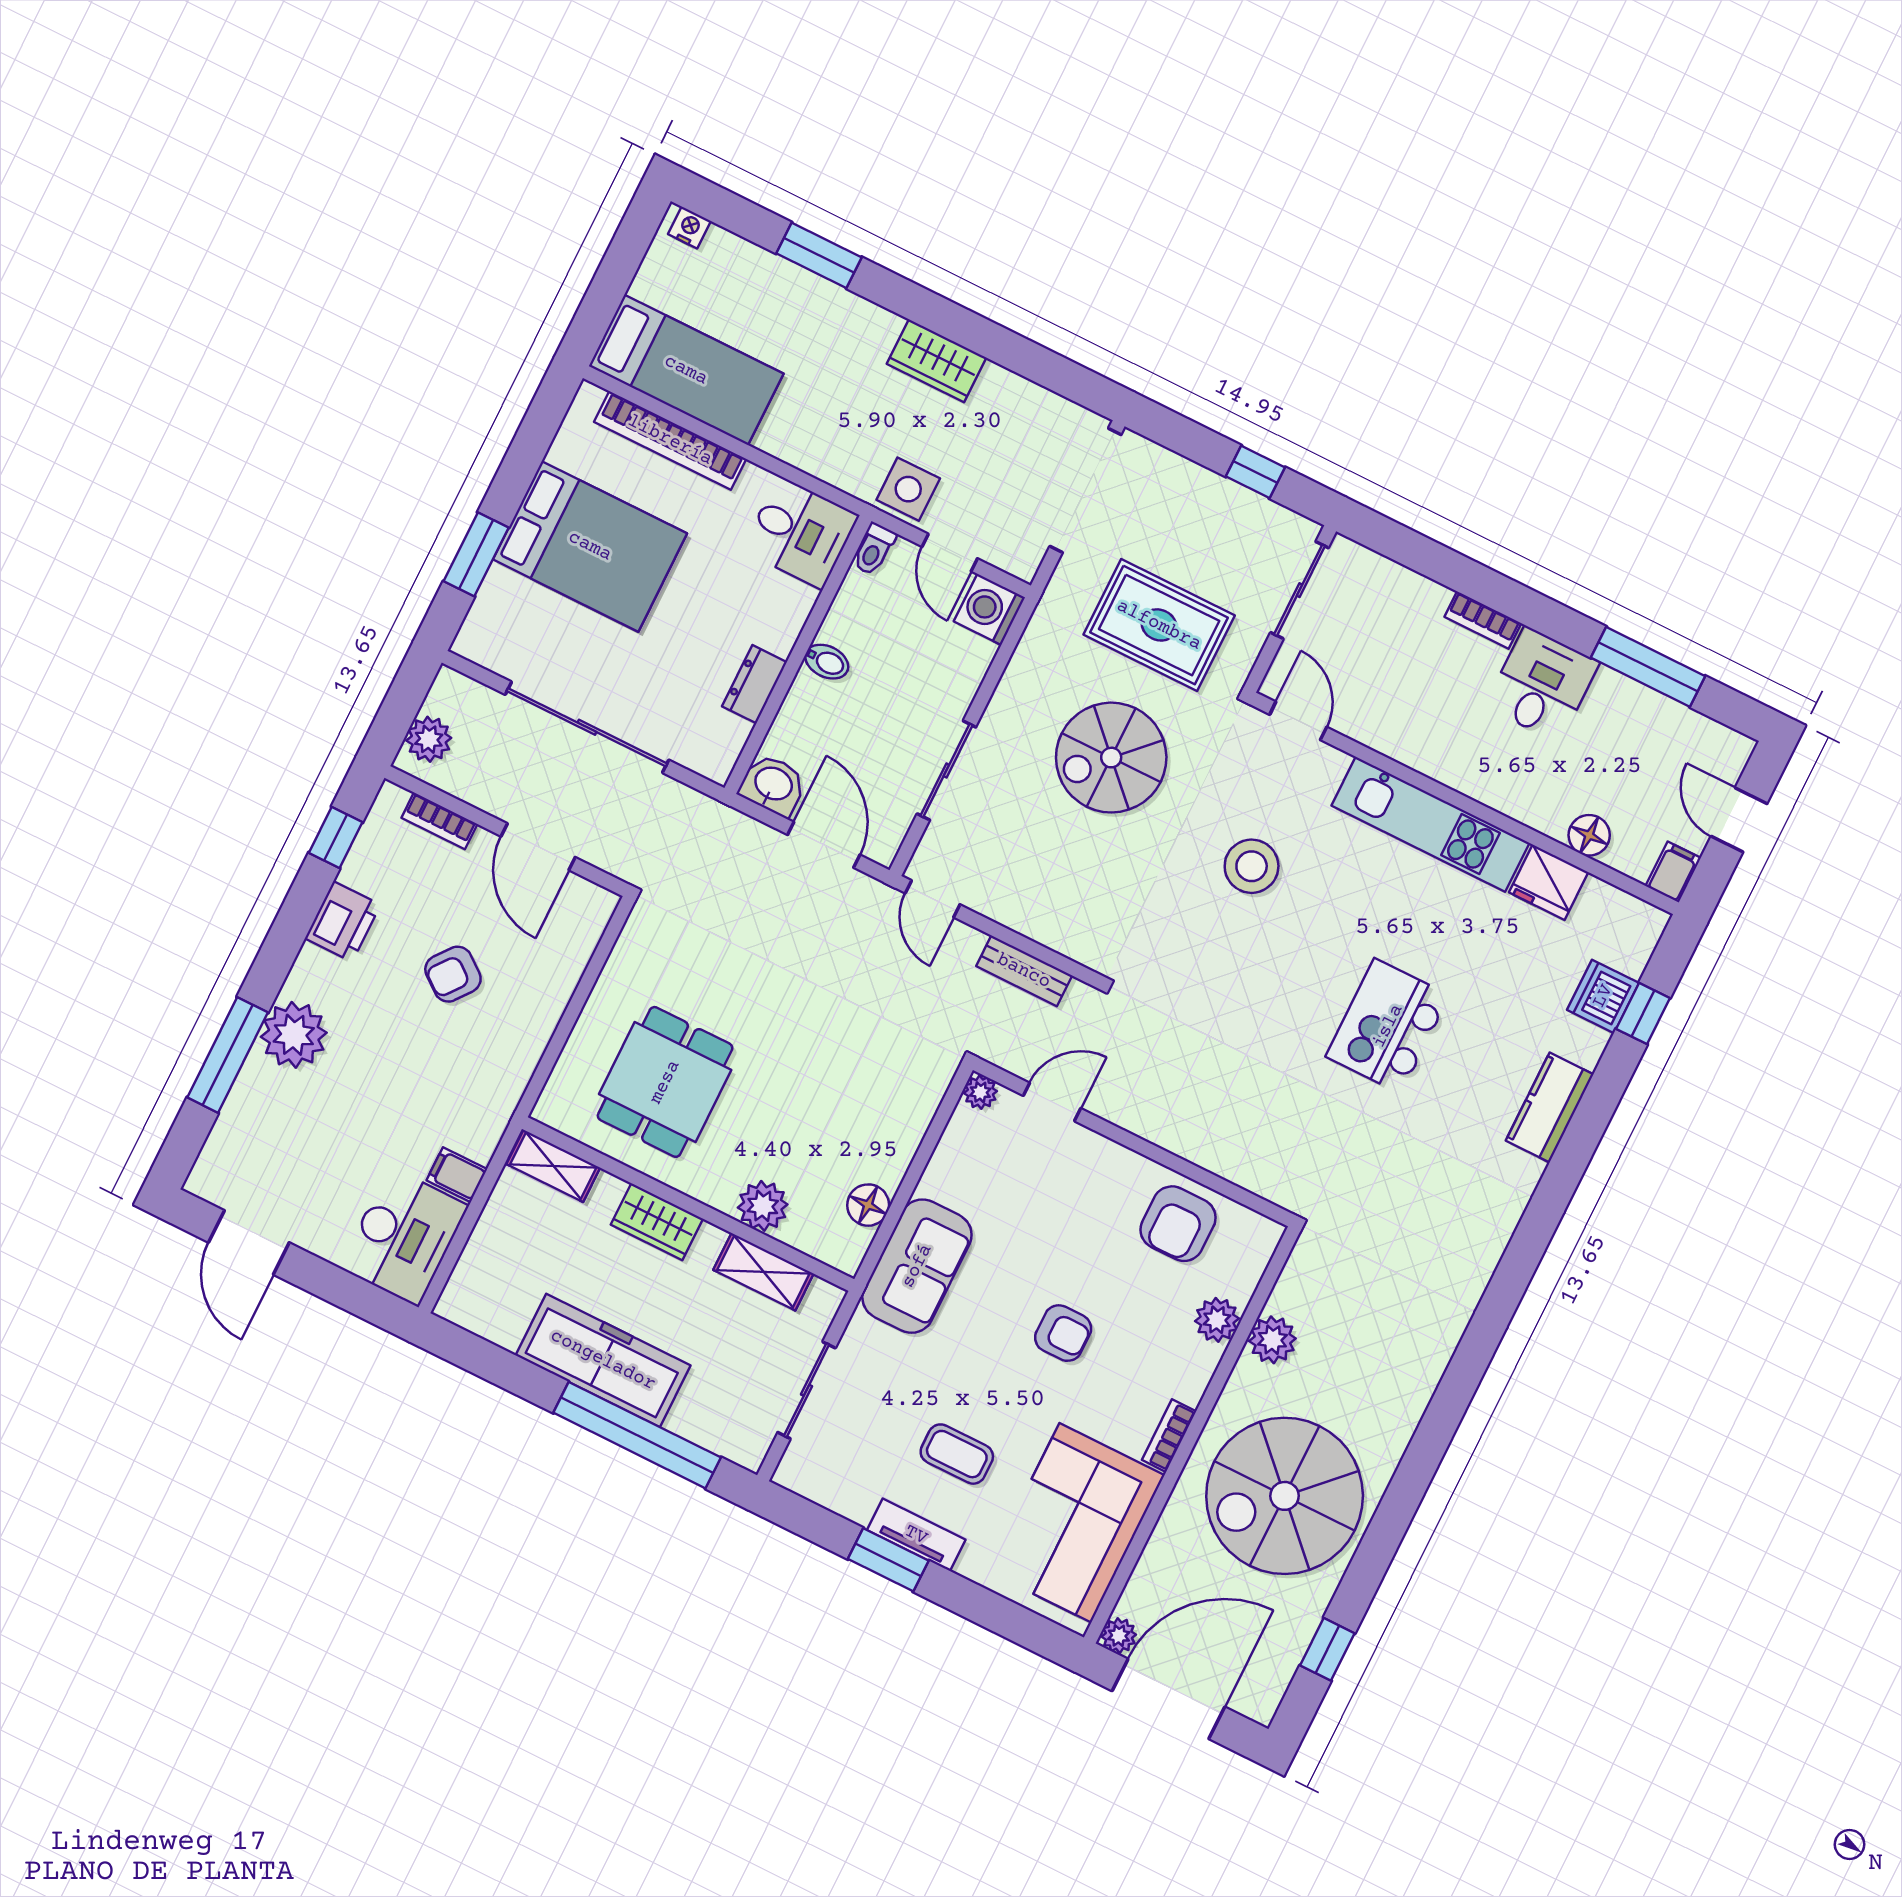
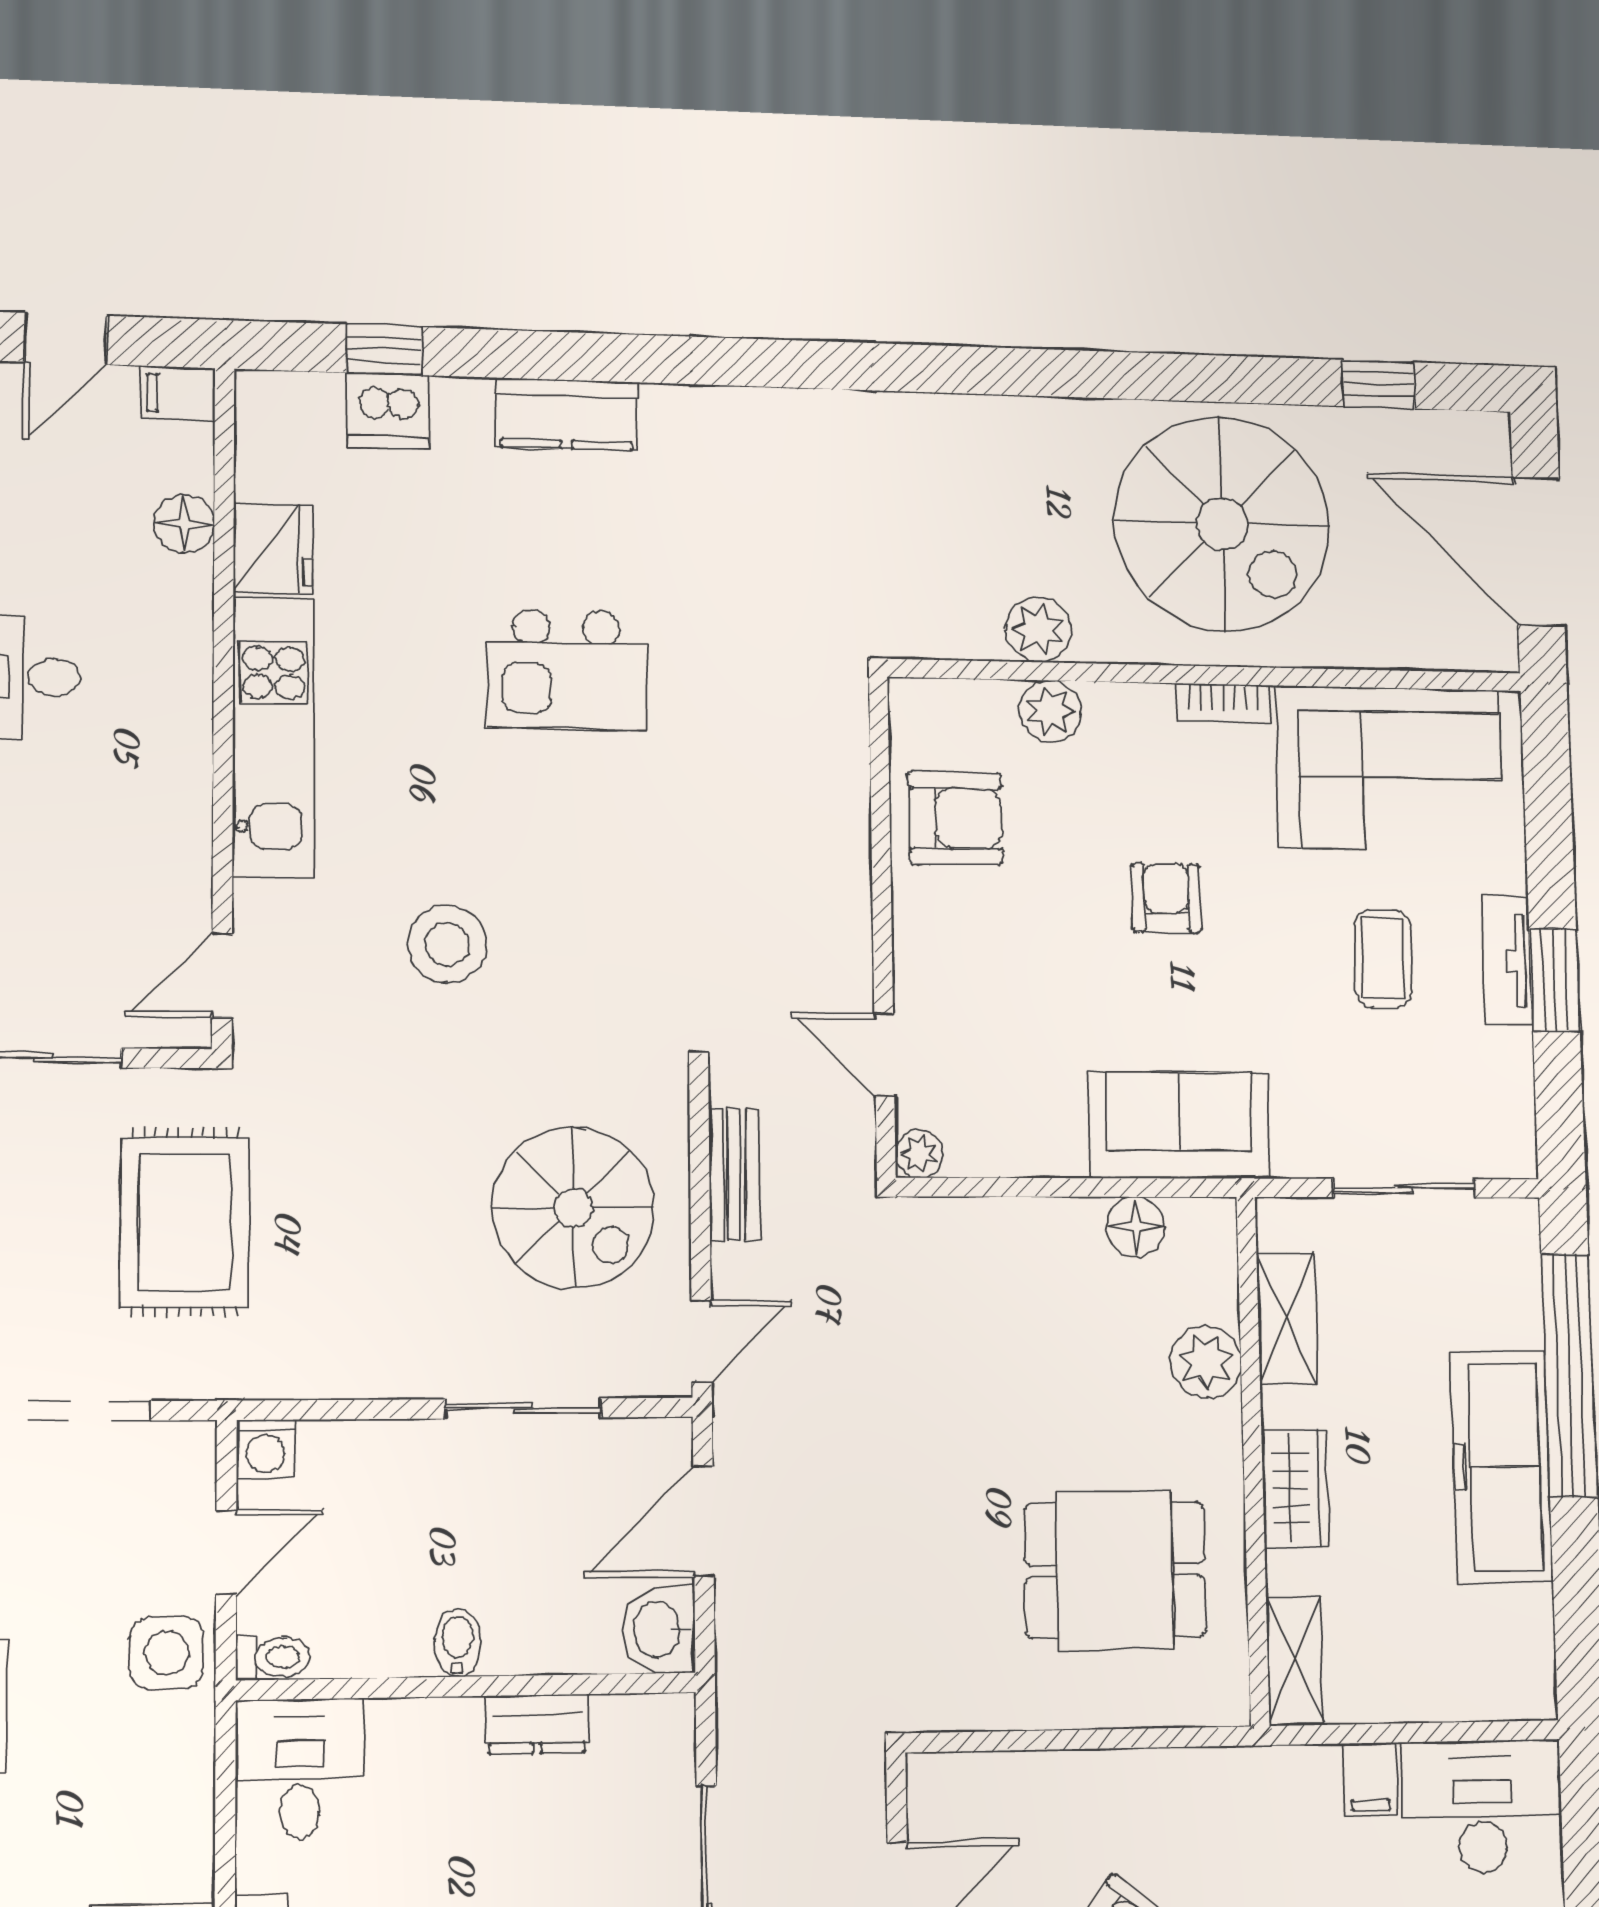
washing machine: (989, 609) -> (266, 1449), width x0.73, depth x0.73
spiral stairs: (1111, 758) -> (573, 1208), moved
plant: (1119, 1636) -> (1496, 649), removed

